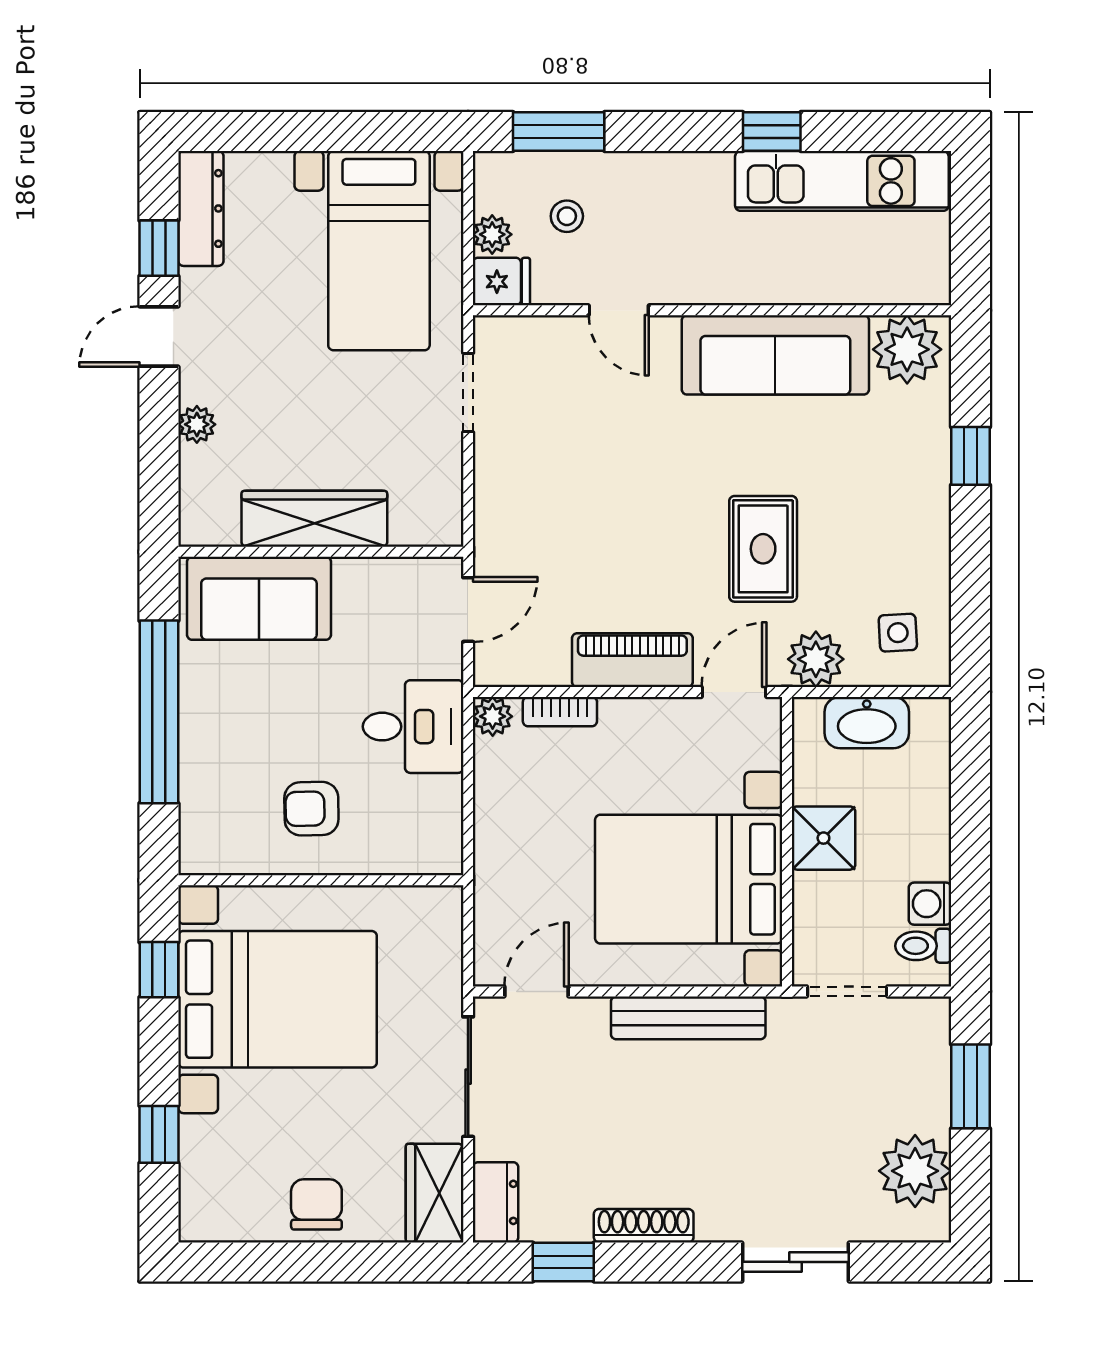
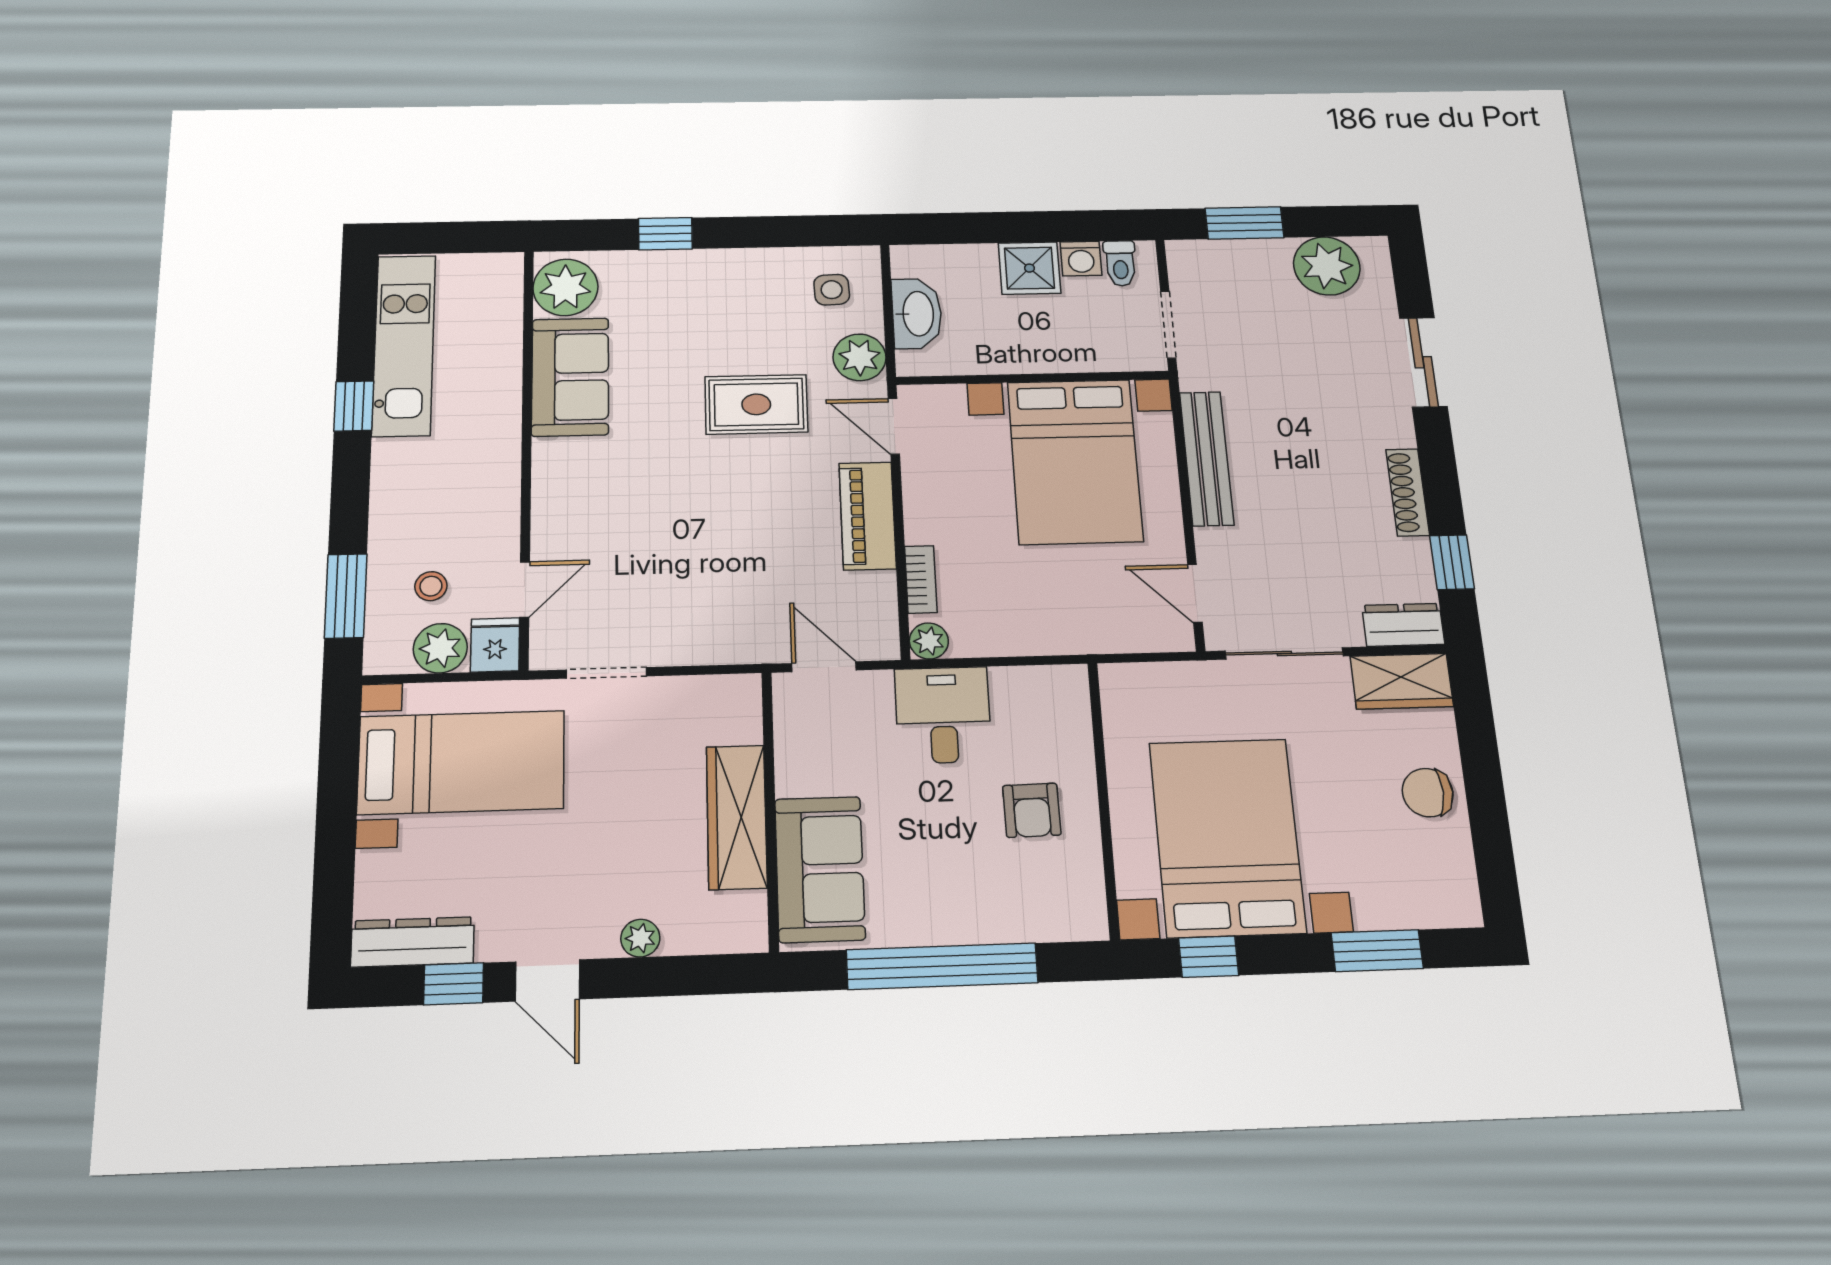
plant: (492, 234) -> (440, 648), width x1.38, depth x1.38
door: (619, 310) -> (525, 589), moved
sofa: (775, 355) -> (570, 377), width x0.73
shower: (823, 838) -> (1029, 268), moved
window: (159, 1134) -> (1377, 951), width x1.50

